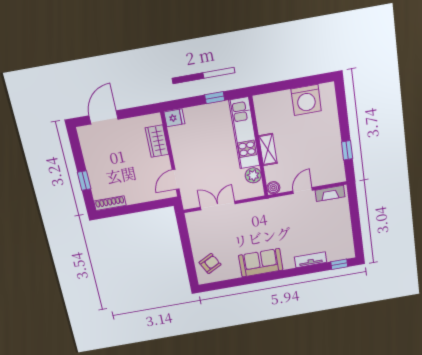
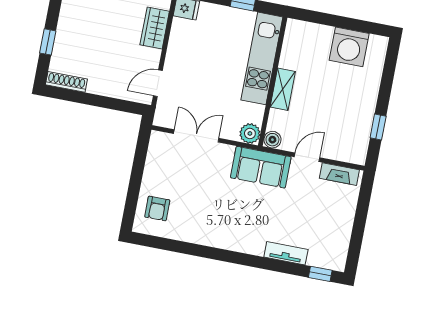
plant: (253, 175) -> (250, 133), moved
sofa: (261, 263) -> (261, 167), moved, turned 180
armchair: (210, 264) -> (157, 208), turned 118

